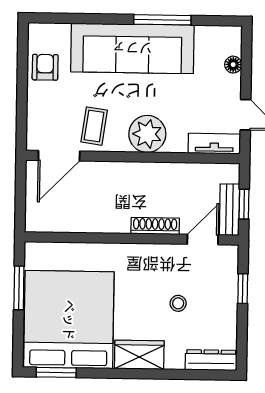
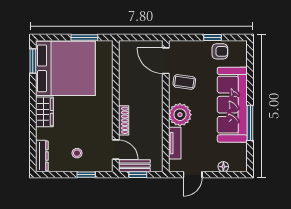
window: (22, 79) -> (212, 37), added
tv unit: (214, 144) -> (175, 143), moved
stool: (178, 303) -> (77, 153), moved

